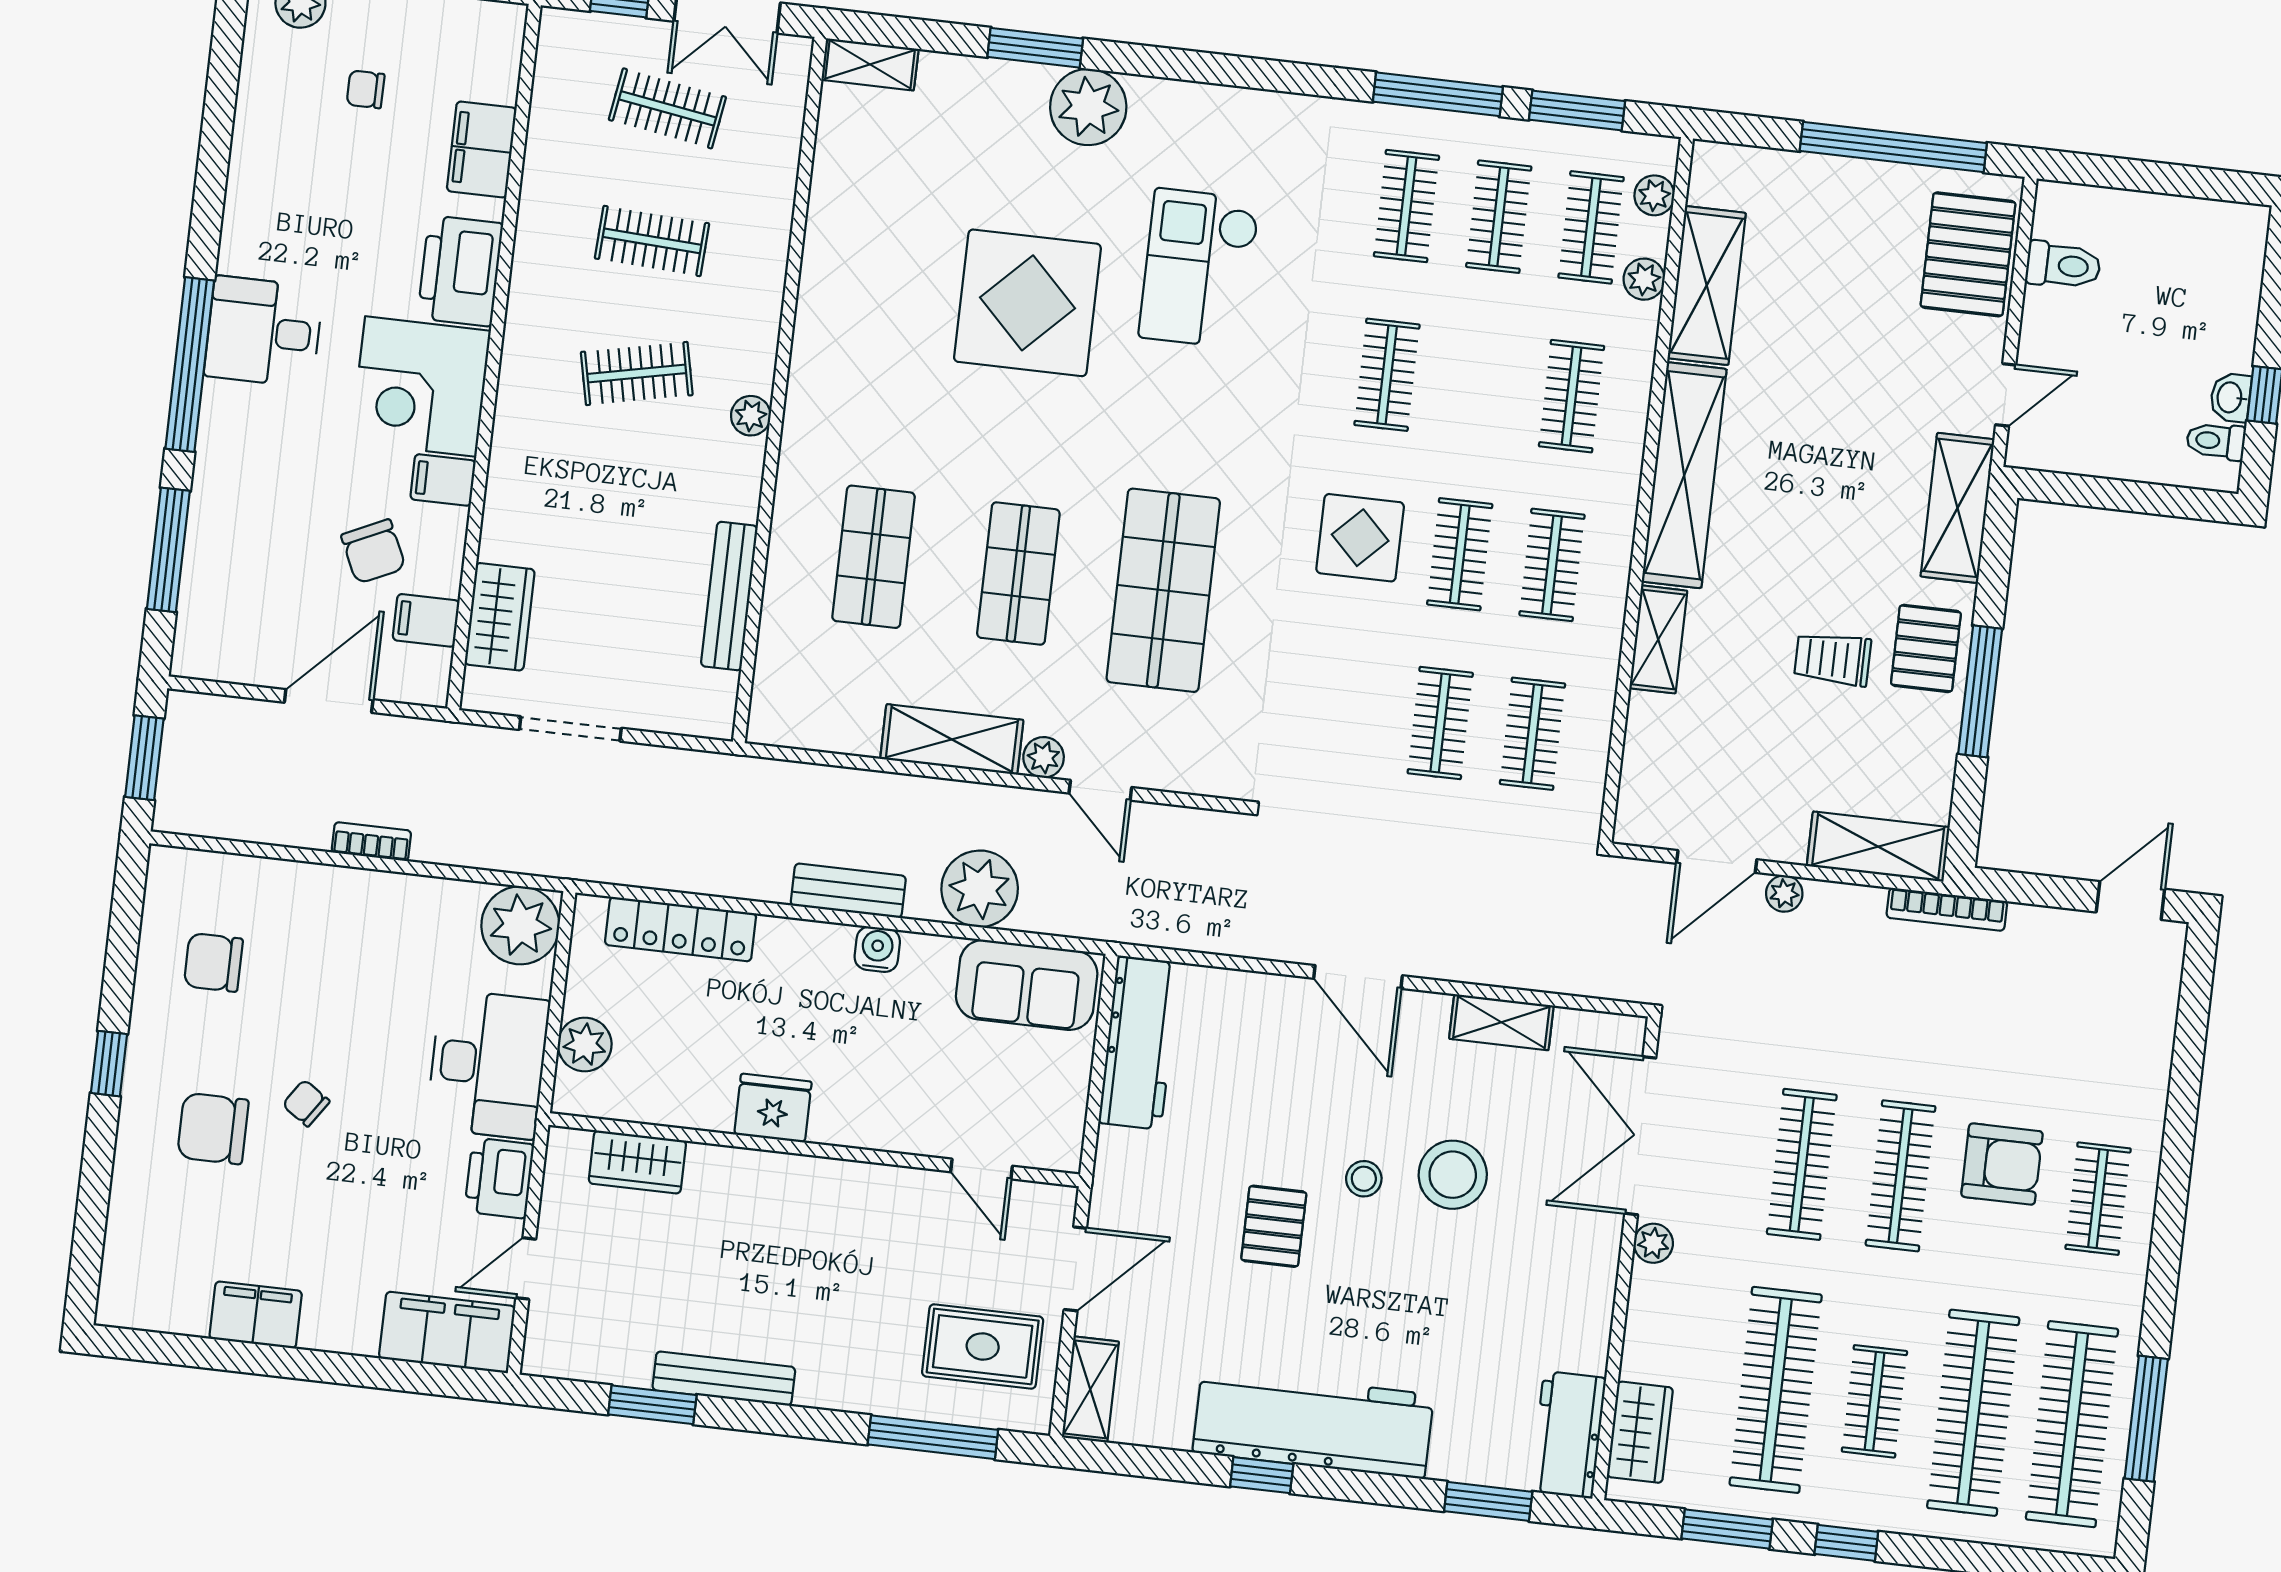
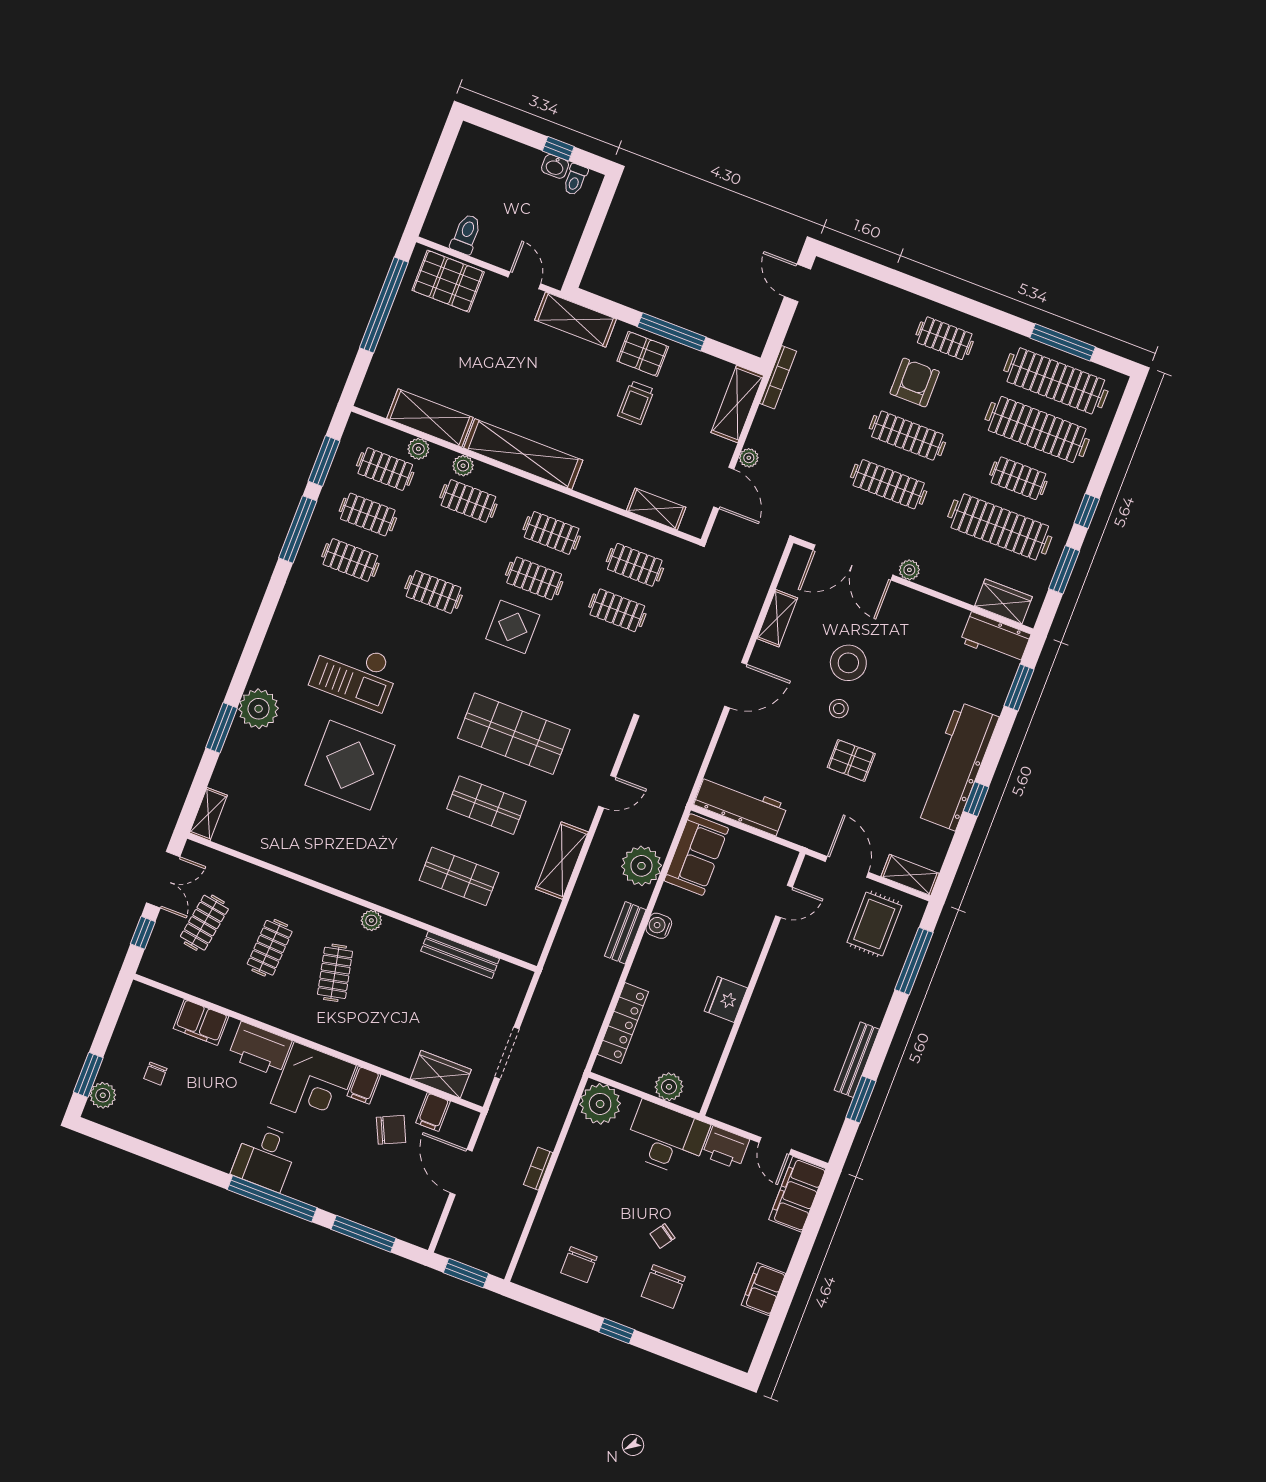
plant: (1654, 195) -> (463, 466), moved
shelving: (1658, 639) -> (656, 509), moved
plant: (1044, 757) -> (583, 816), removed
wardrobe: (637, 1162) -> (736, 1075), removed

